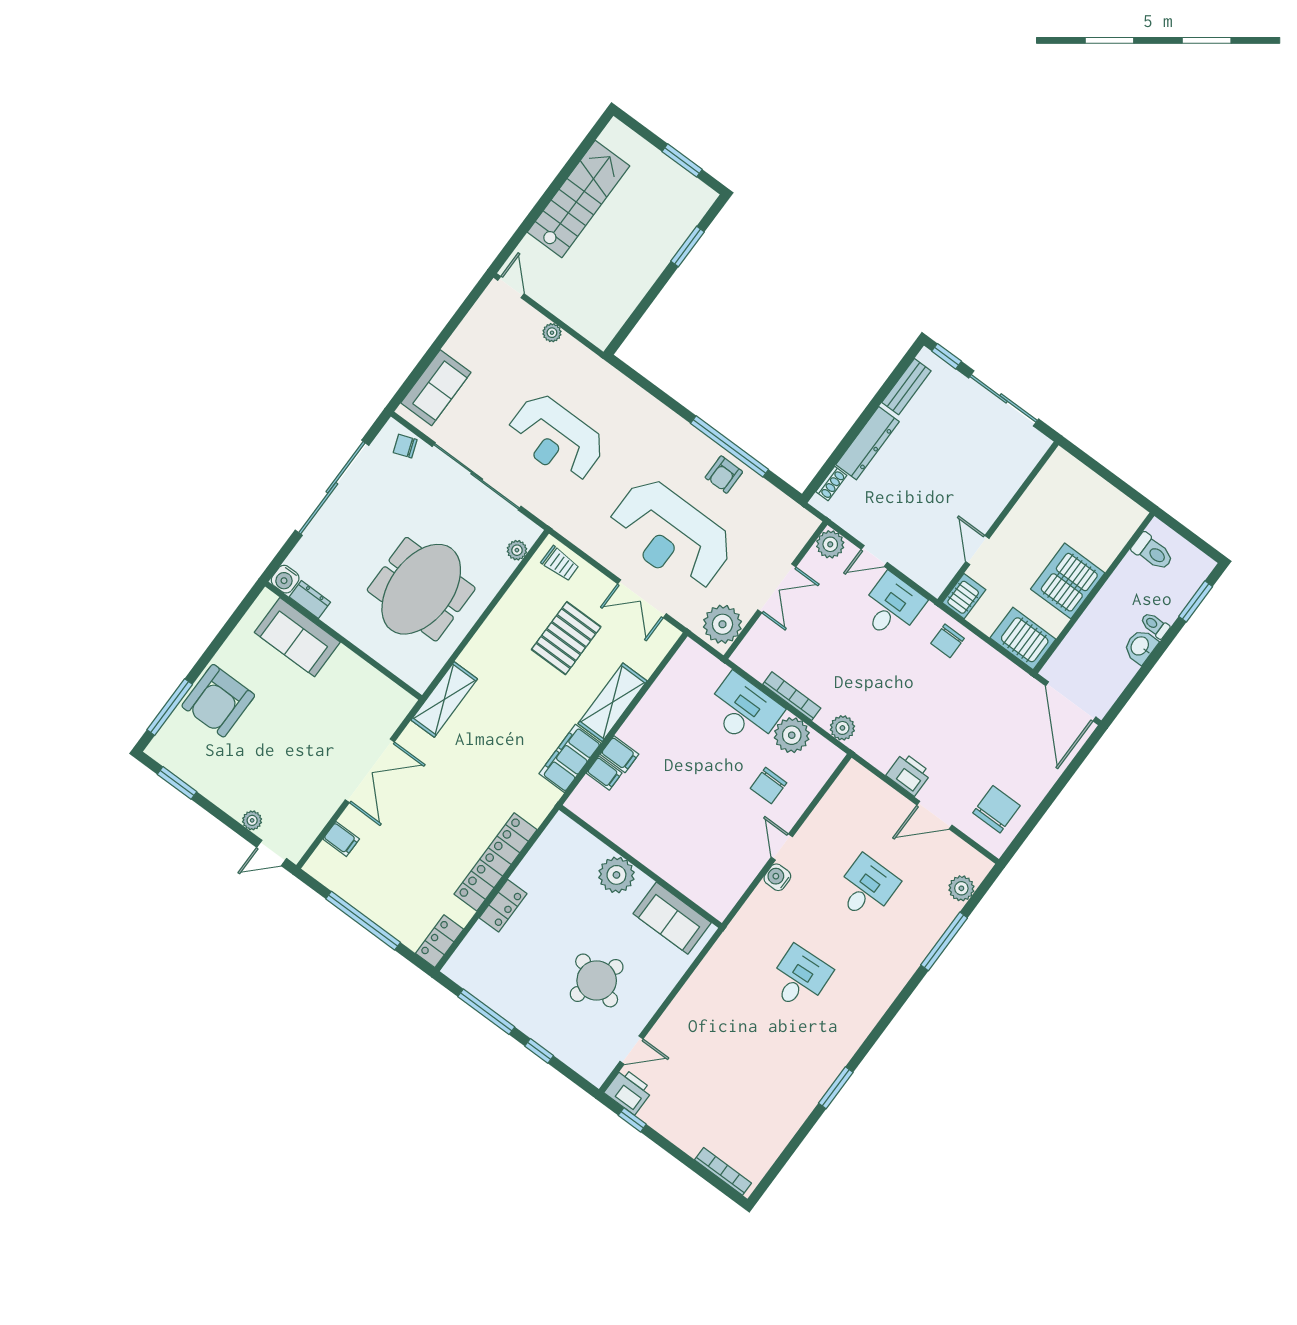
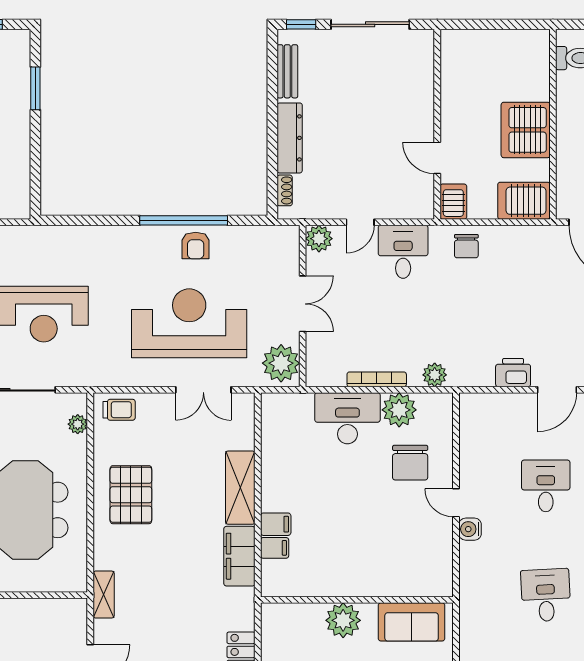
reception desk: (671, 535) -> (189, 323), turned 180
pallet: (566, 638) -> (131, 495), moved
shelving: (444, 699) -> (104, 595), width x0.67, depth x0.75
chair: (769, 786) -> (410, 463), width x1.37, depth x1.37

